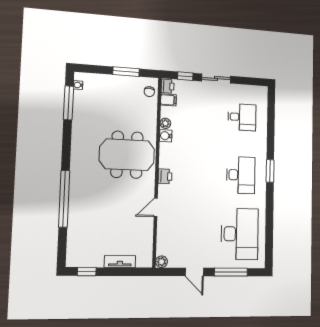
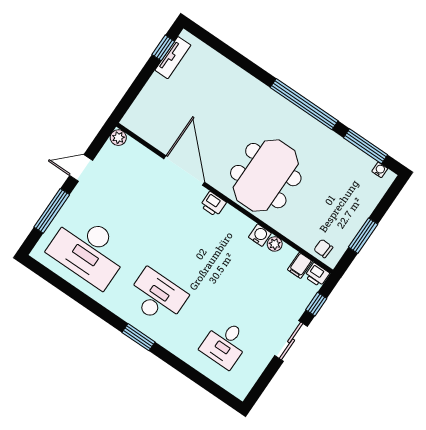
desk: (241, 175) -> (157, 297), turned 180
window: (64, 199) -> (304, 104), moved
door: (156, 207) -> (184, 170), width x1.88
tv unit: (120, 261) -> (173, 58), moved

